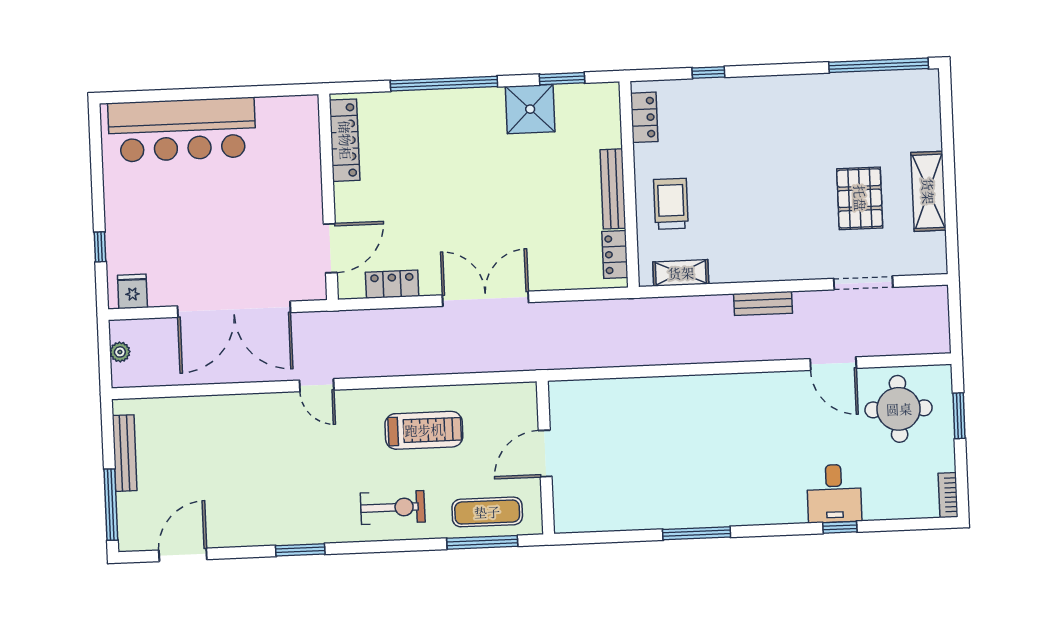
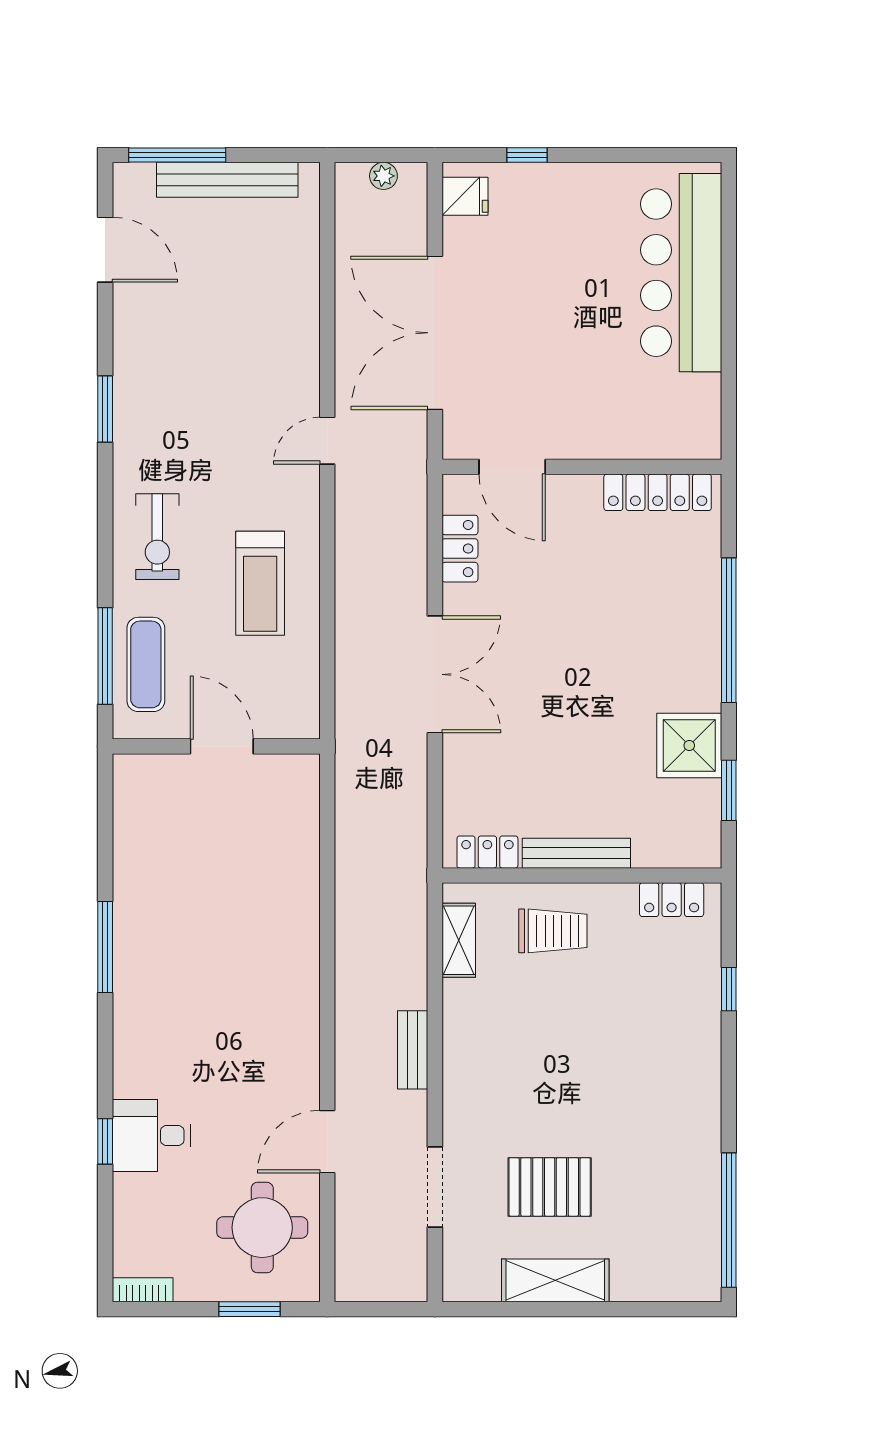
bench: (125, 453) -> (227, 180), width x1.37, depth x1.21

